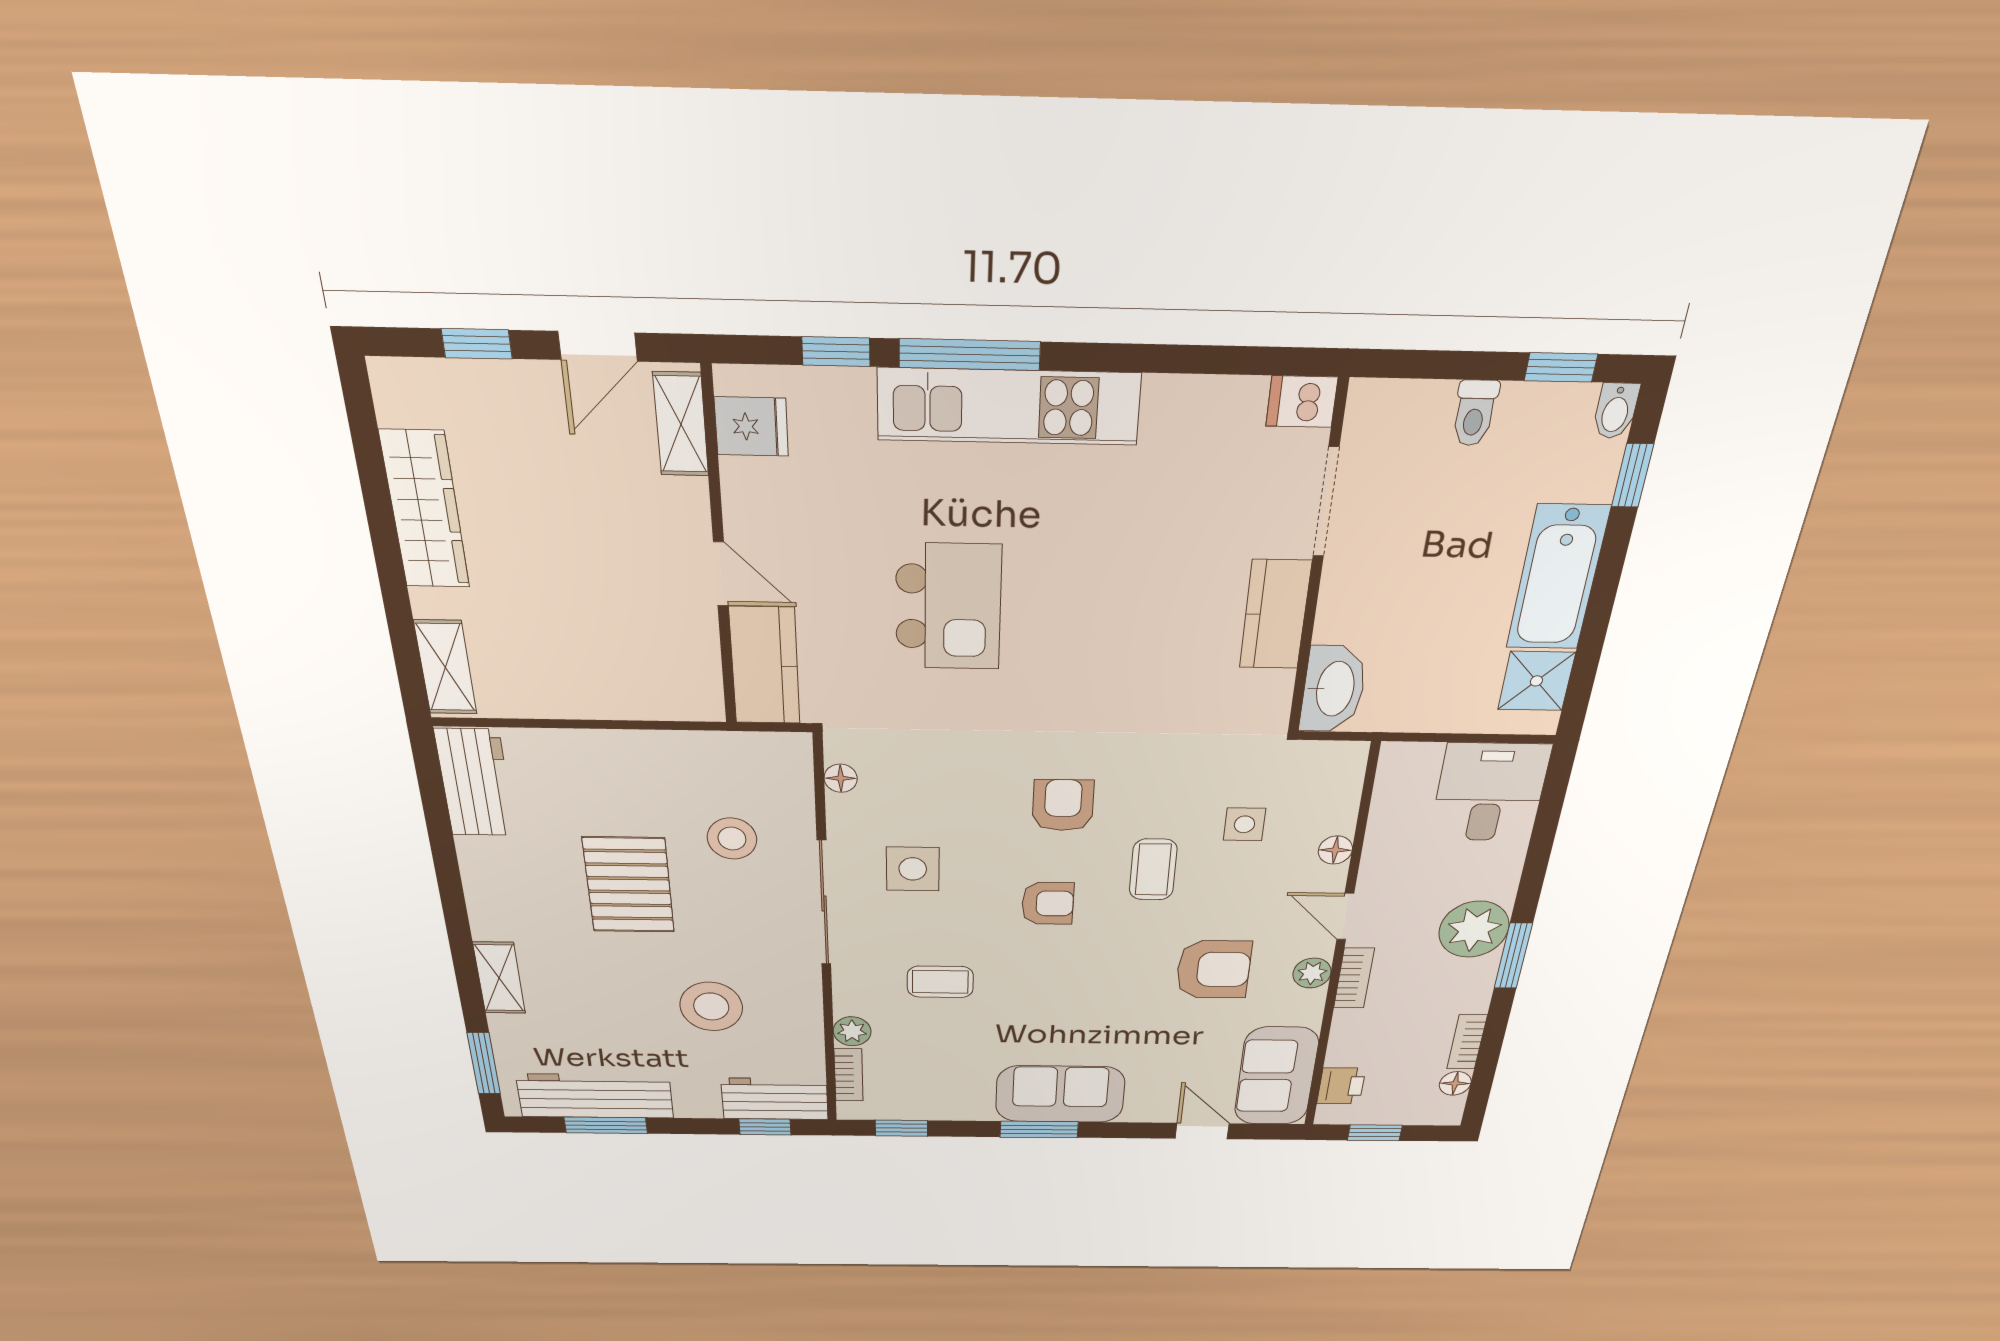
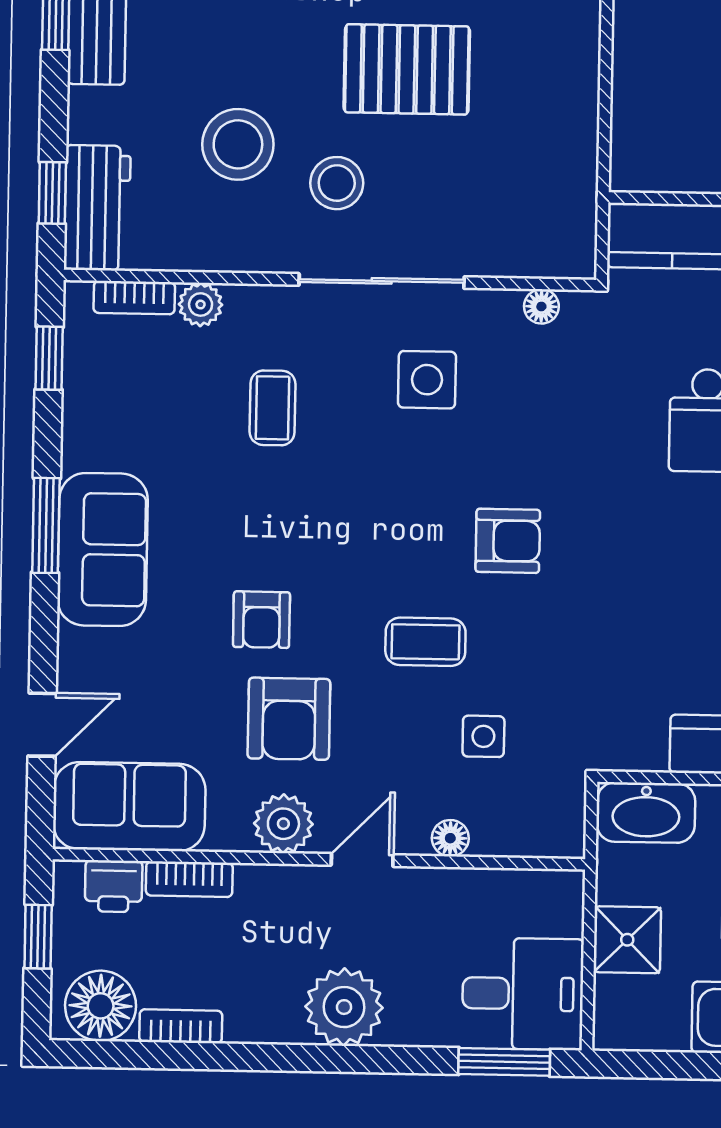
shower: (1536, 681) -> (627, 940), moved
stool: (732, 839) -> (337, 183), moved
armchair: (1048, 903) -> (261, 620), moved
window: (1513, 956) -> (504, 1062), moved
plant: (1312, 973) -> (283, 824), width x1.38, depth x1.38
bookcase: (1354, 978) -> (189, 879), moved
floor lamp: (1455, 1083) -> (101, 1006), width x1.89, depth x1.89

